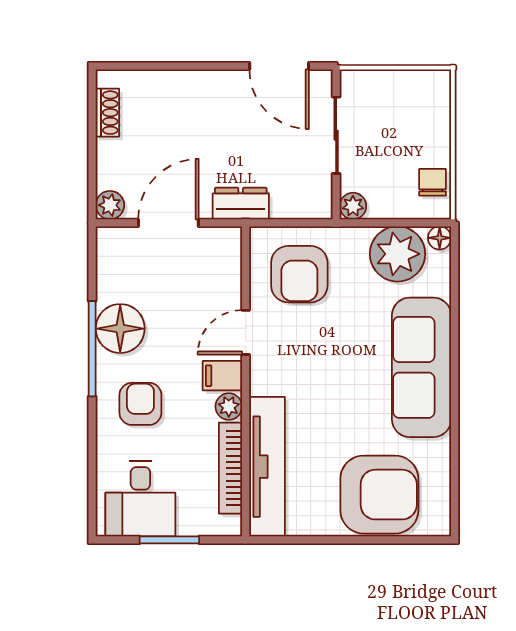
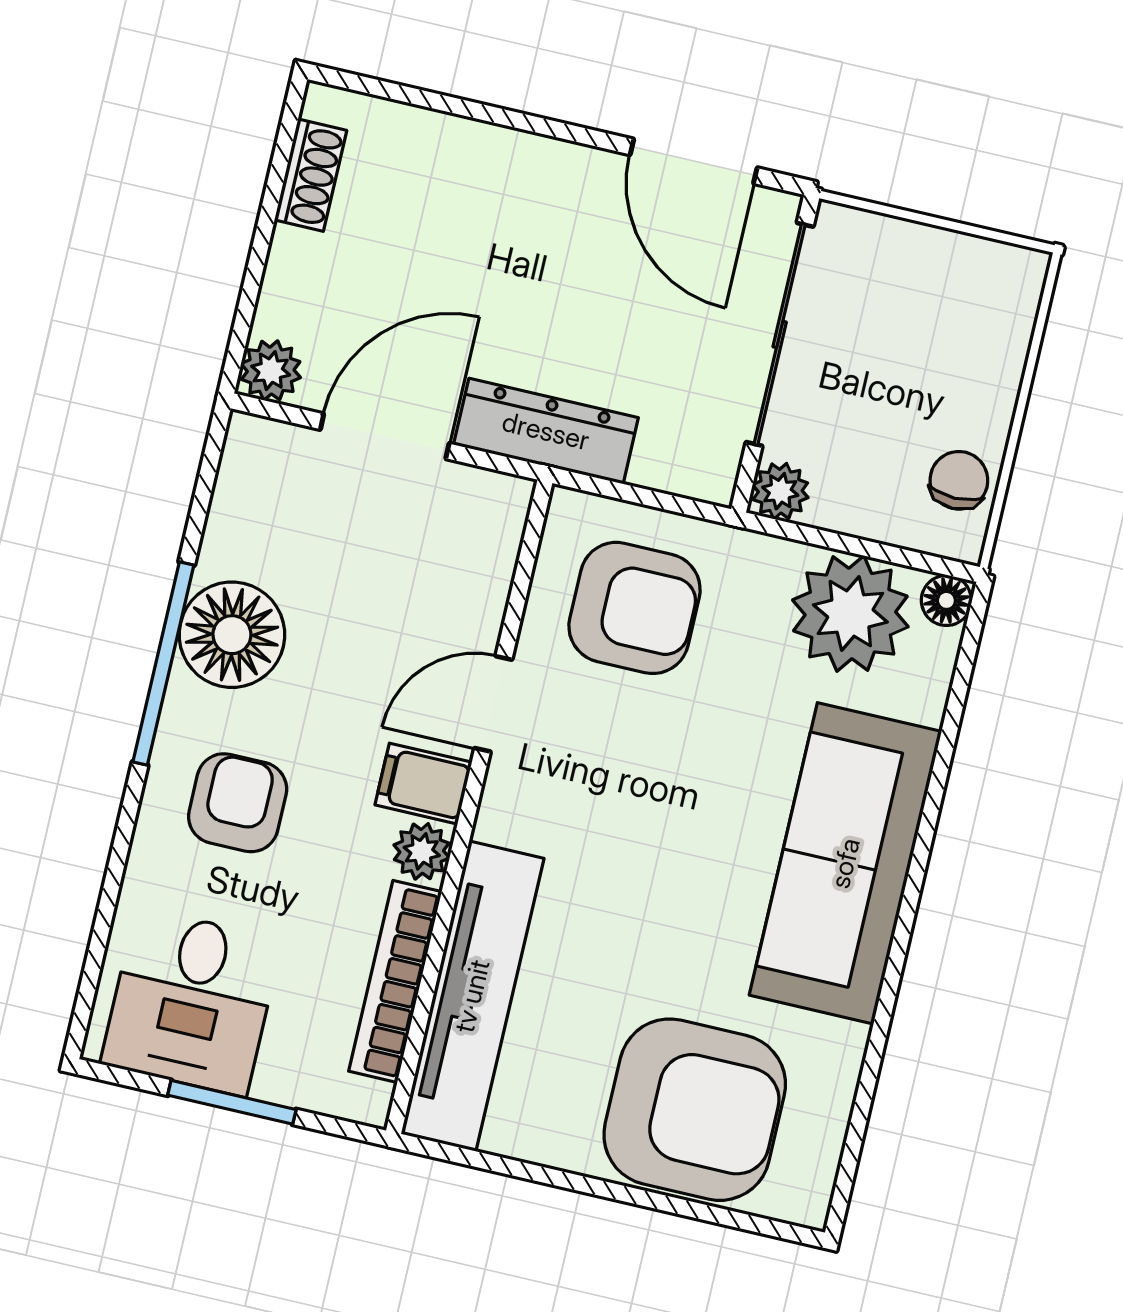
sliding door: (336, 135) -> (780, 334), width x1.37
dresser: (241, 204) -> (546, 431), width x1.44
armchair: (299, 274) -> (635, 608), turned -90

